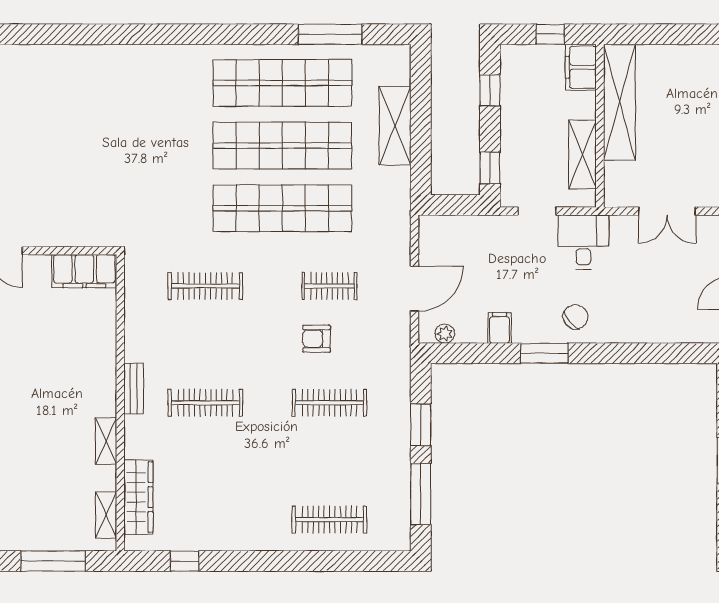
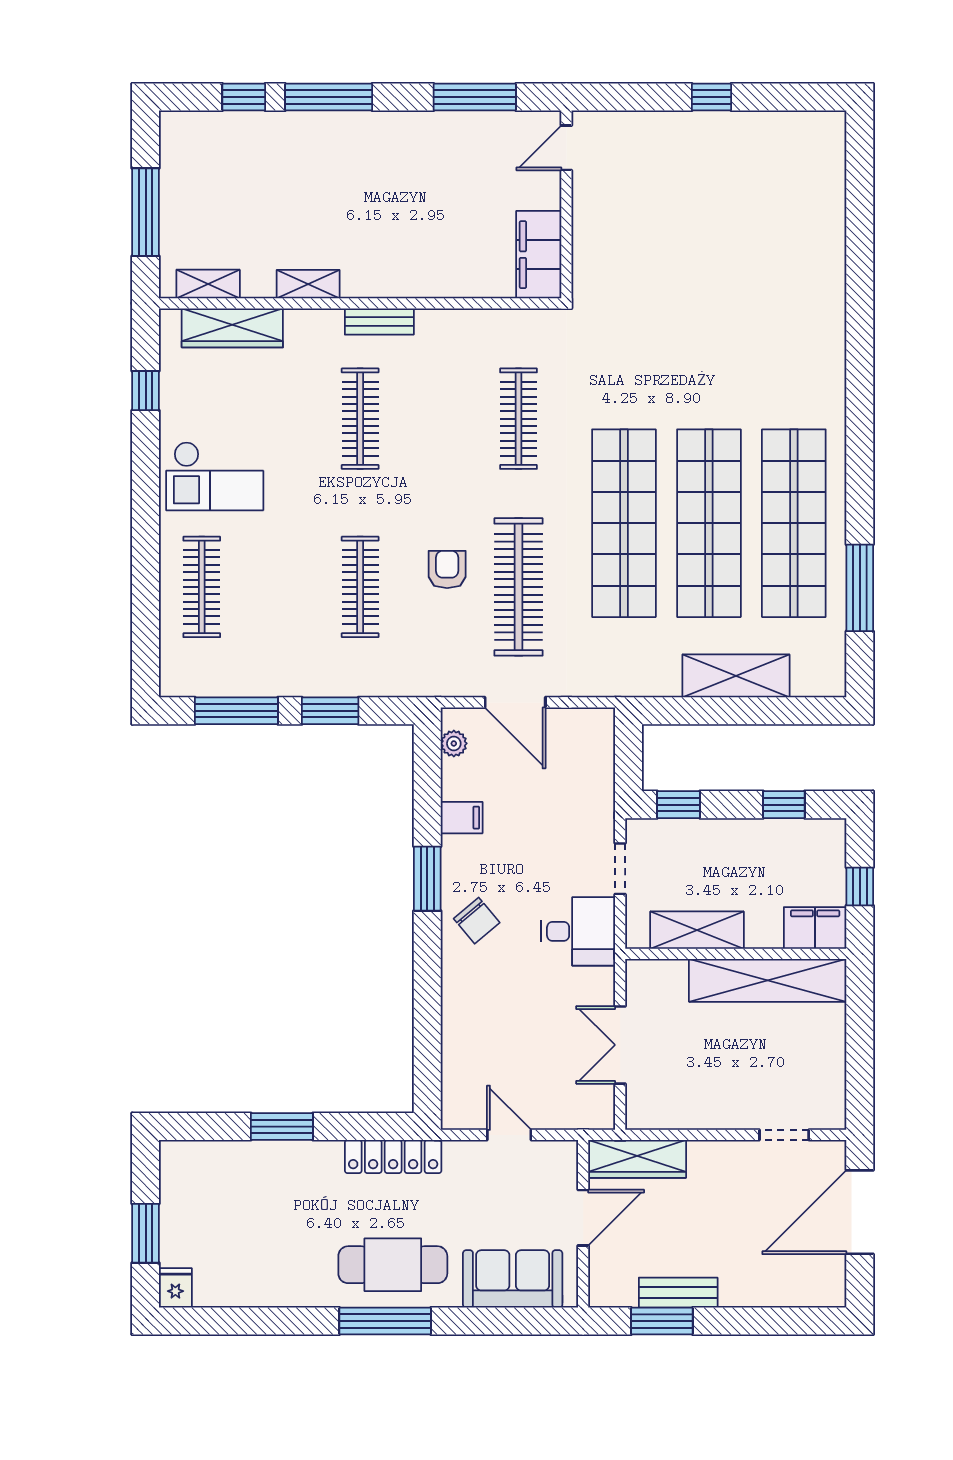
clothes rail: (329, 286) -> (519, 587), width x1.86, depth x1.31
checkout: (248, 510) -> (215, 476), added

